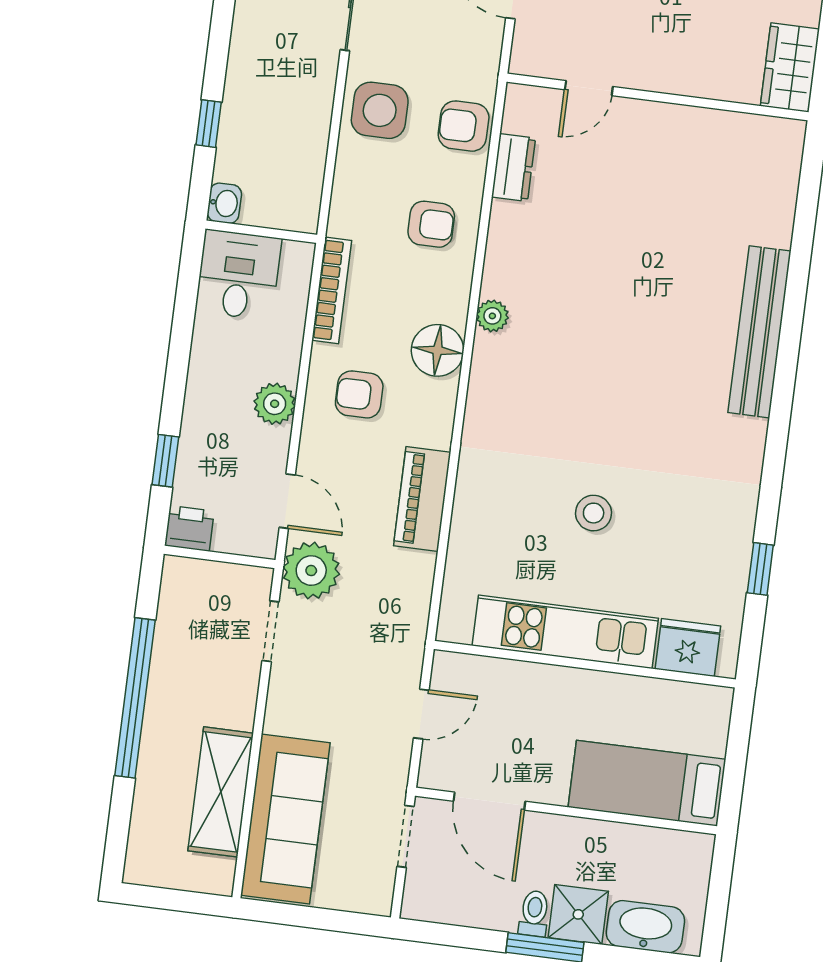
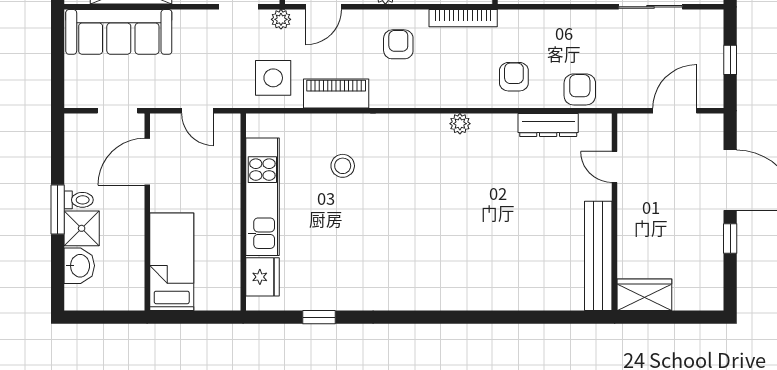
side table: (380, 110) -> (273, 78), moved
dresser: (513, 167) -> (548, 125), width x1.44
armchair: (431, 224) -> (514, 77), turned 180
bench: (759, 332) -> (598, 256), moved, turned 90
floor lamp: (437, 350) -> (433, 91), removed
stool: (594, 513) -> (343, 166), moved
plant: (311, 571) -> (281, 19), width x0.53, depth x0.53
washbasin: (645, 927) -> (79, 266), width x0.72

